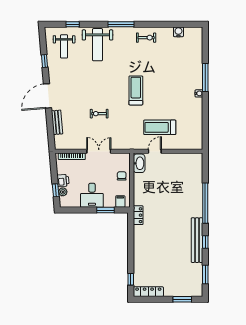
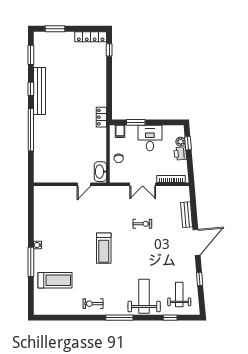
water cooler: (178, 32) -> (59, 310), removed
treadmill: (160, 127) -> (55, 280), moved

